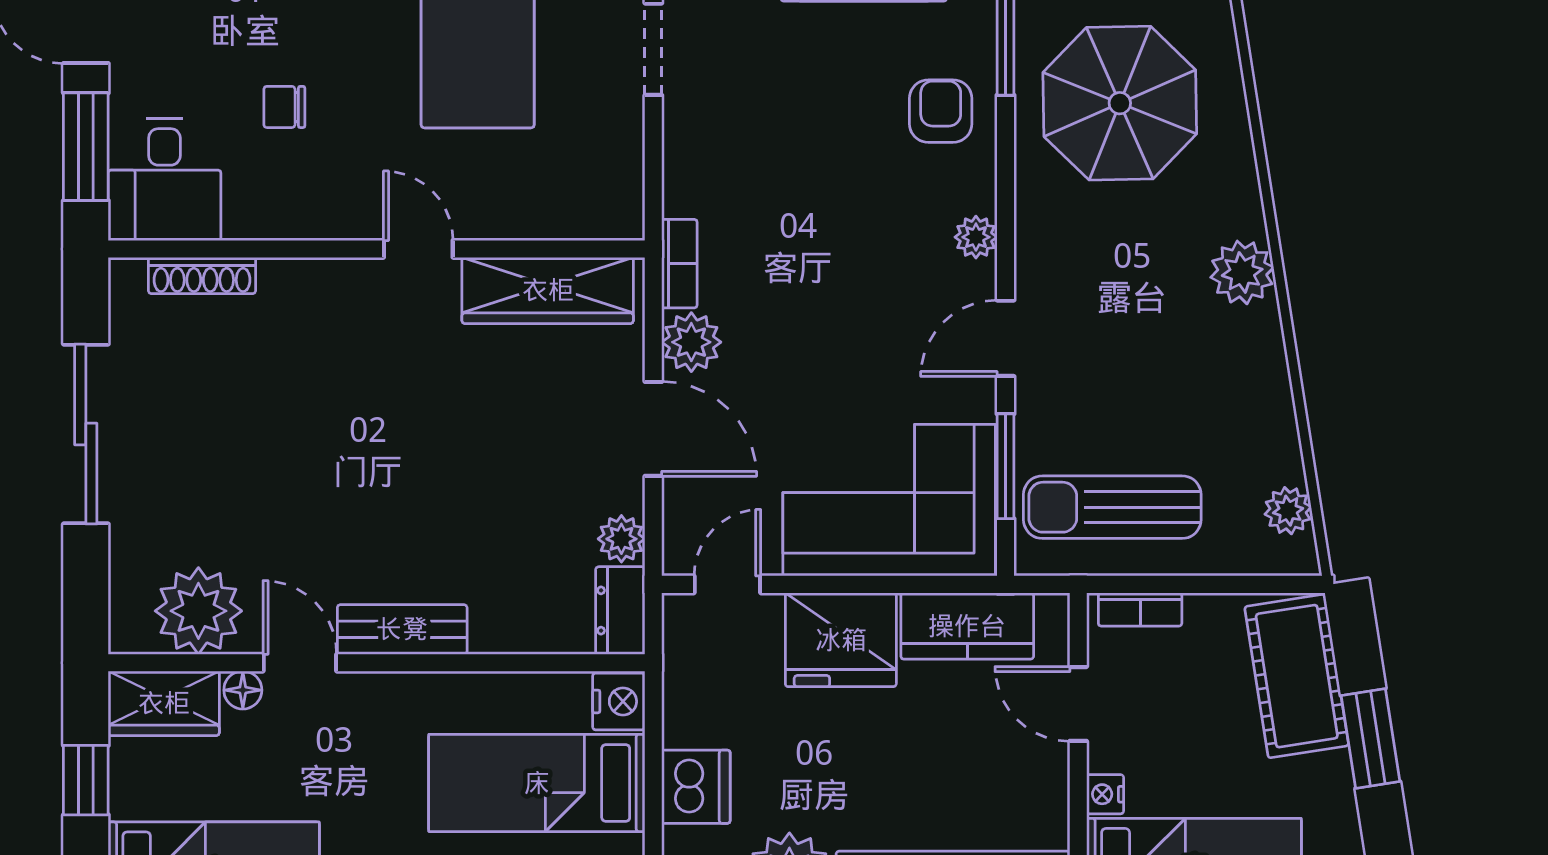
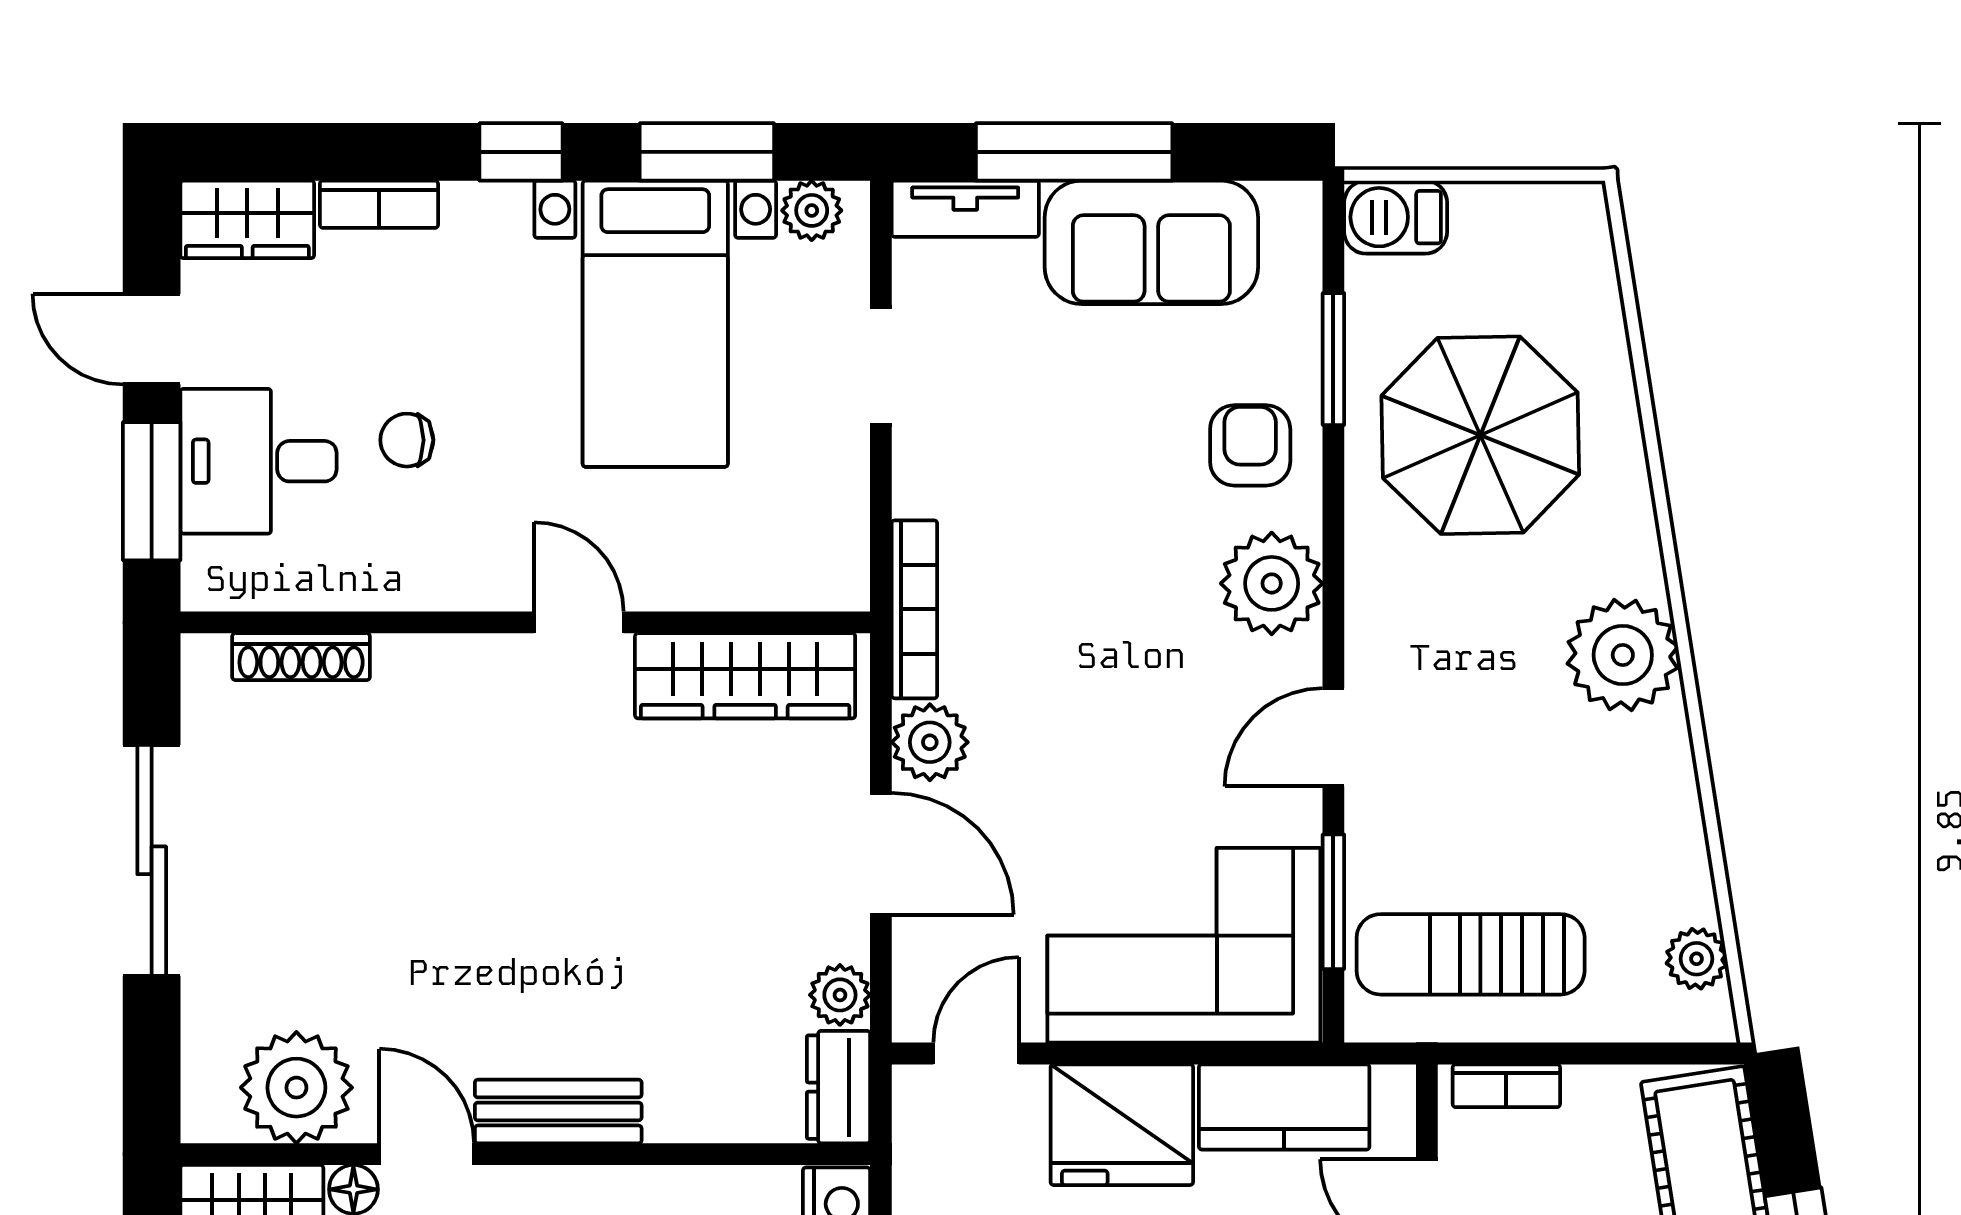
desk: (164, 180) -> (258, 461), moved, turned 90
plant: (976, 237) -> (1272, 583), width x1.88, depth x1.88
bookcase: (679, 264) -> (914, 609), width x1.56
plant: (1242, 272) -> (1623, 655), width x1.36, depth x1.36

